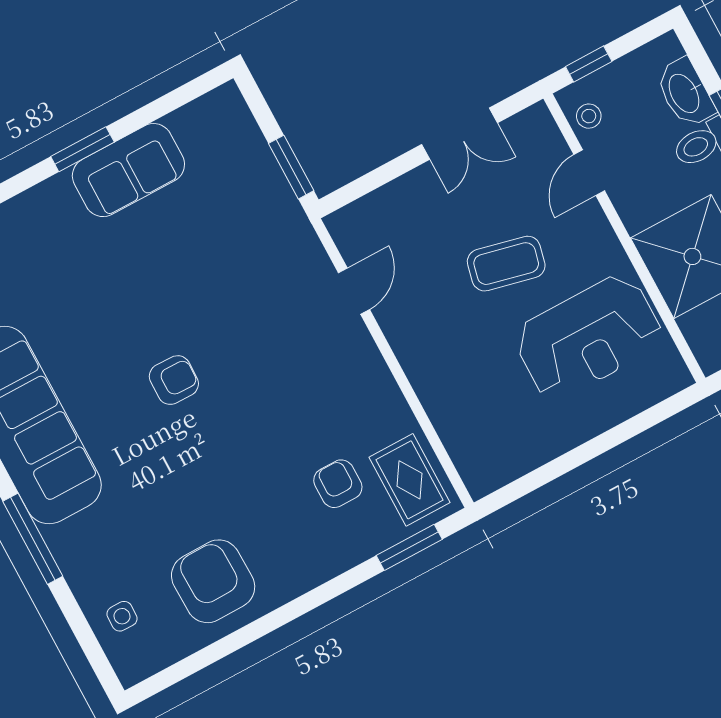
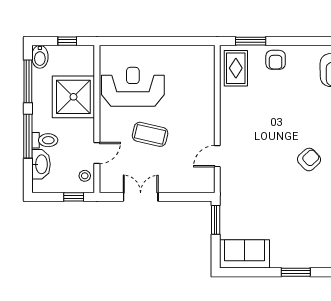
sofa: (128, 170) -> (244, 254), moved
armchair: (174, 380) -> (309, 159), turned 136
armchair: (338, 484) -> (276, 60), moved

